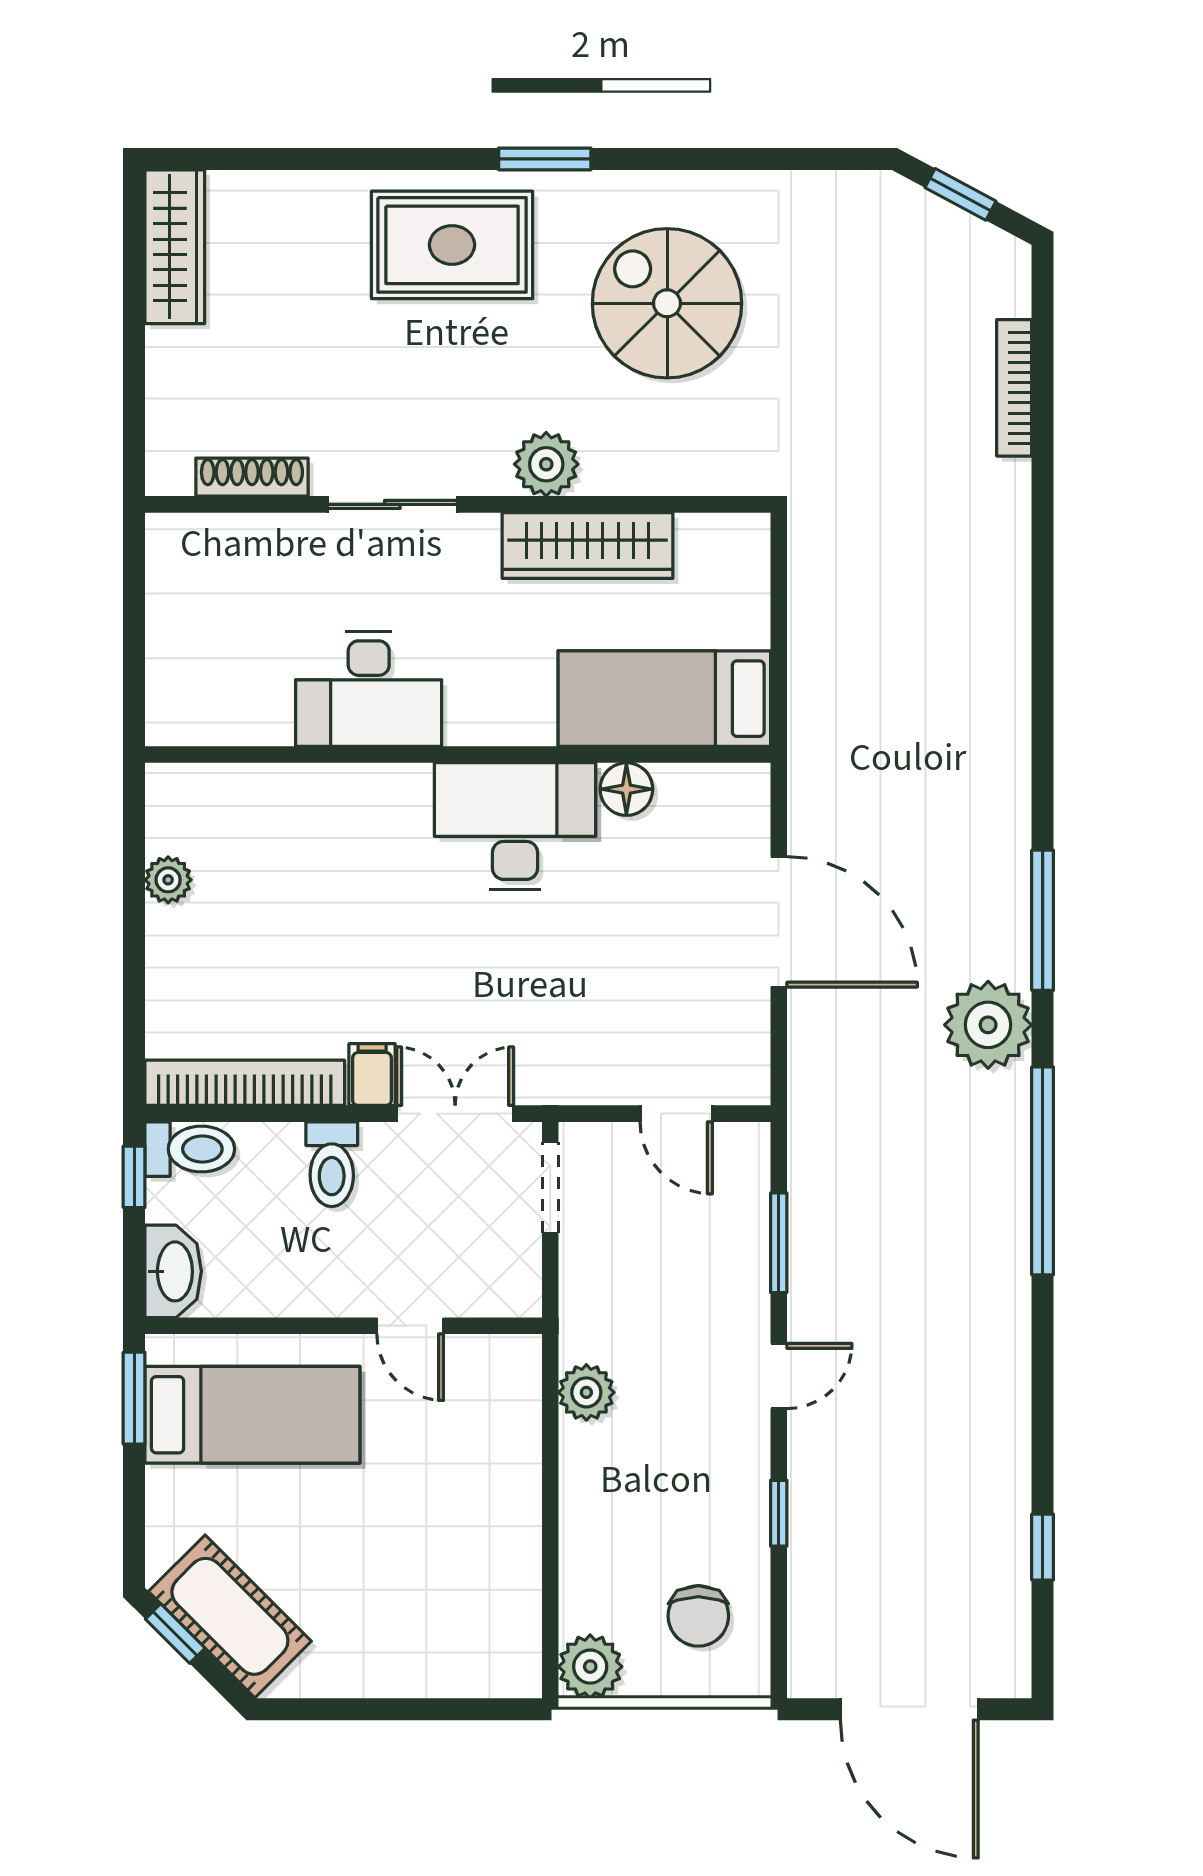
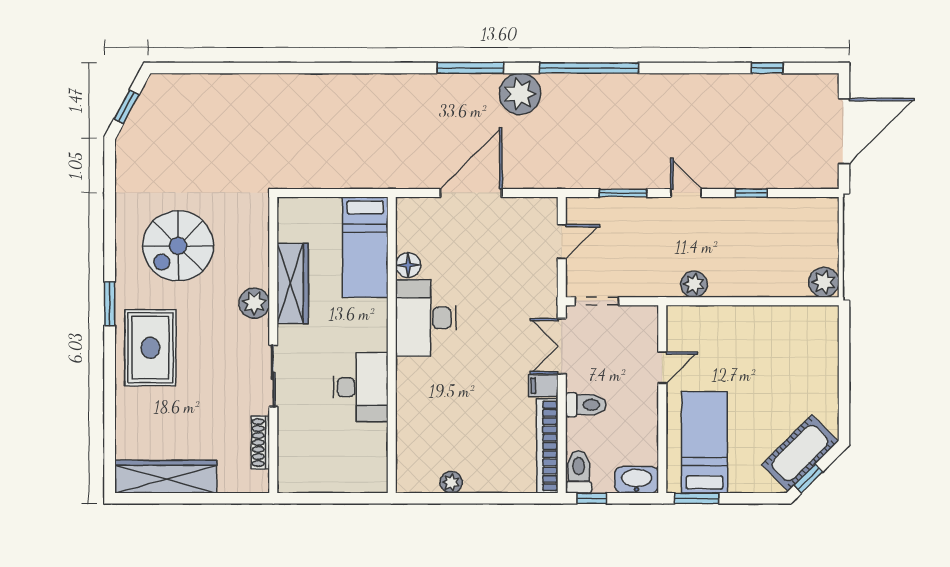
wardrobe: (175, 247) -> (166, 477), width x1.40, depth x1.17
bookcase: (1014, 388) -> (218, 81), removed
chair: (698, 1616) -> (800, 231), removed

